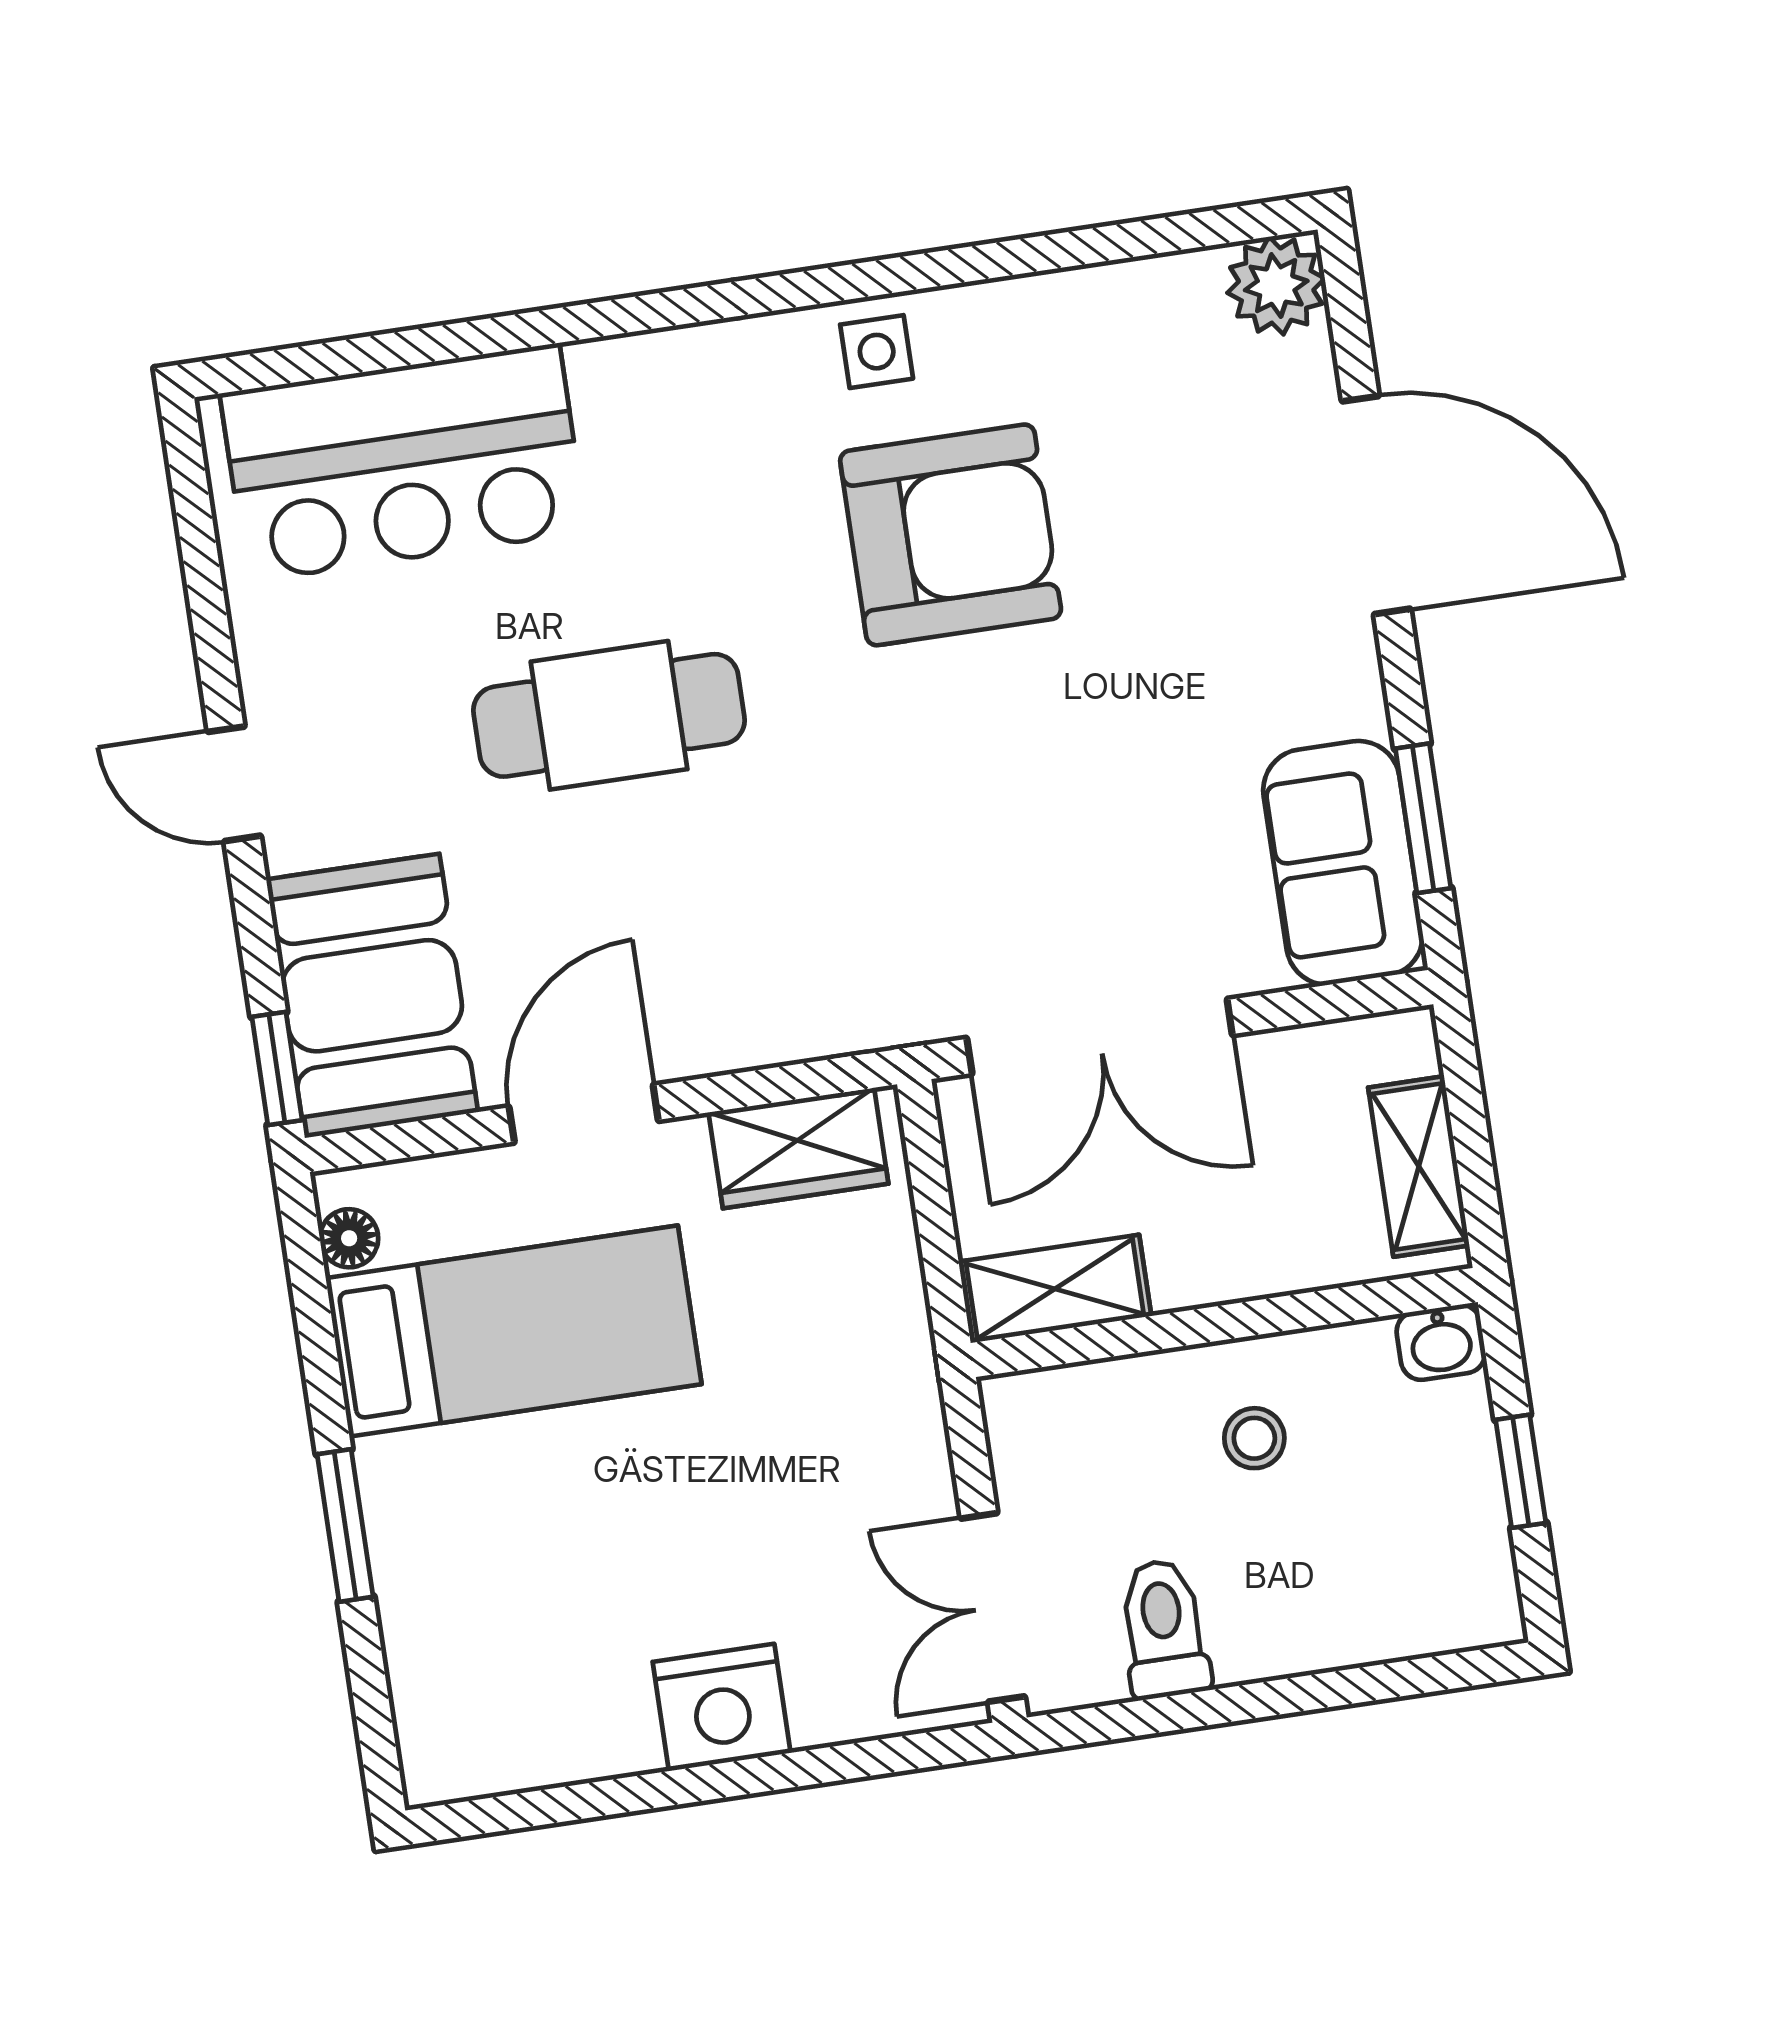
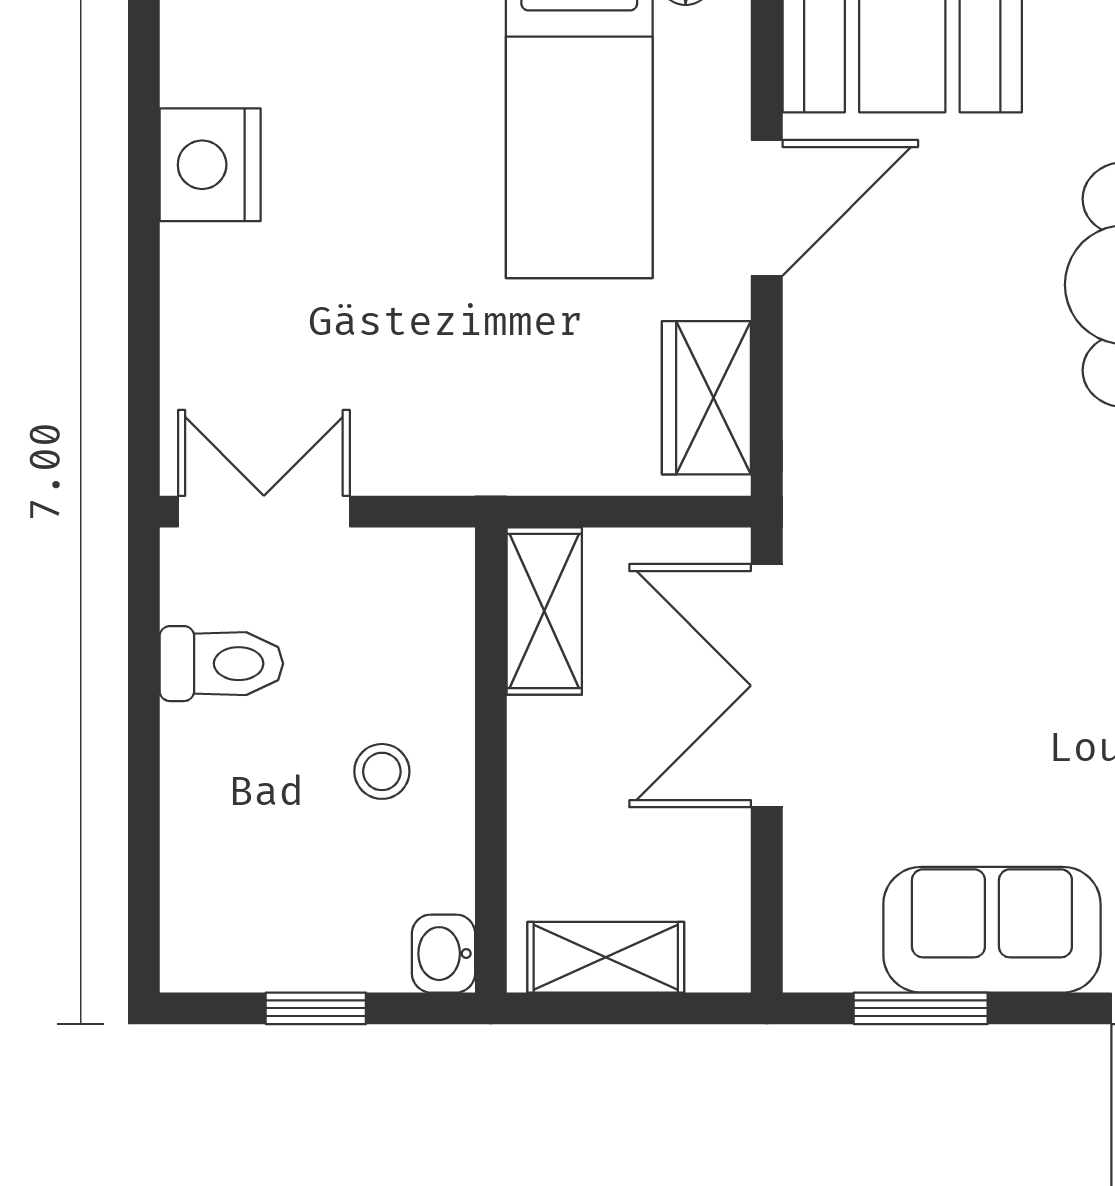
sofa: (1343, 863) -> (992, 930), moved
door: (584, 1114) -> (767, 208), hinge flipped
nightstand: (722, 1707) -> (210, 165), moved

